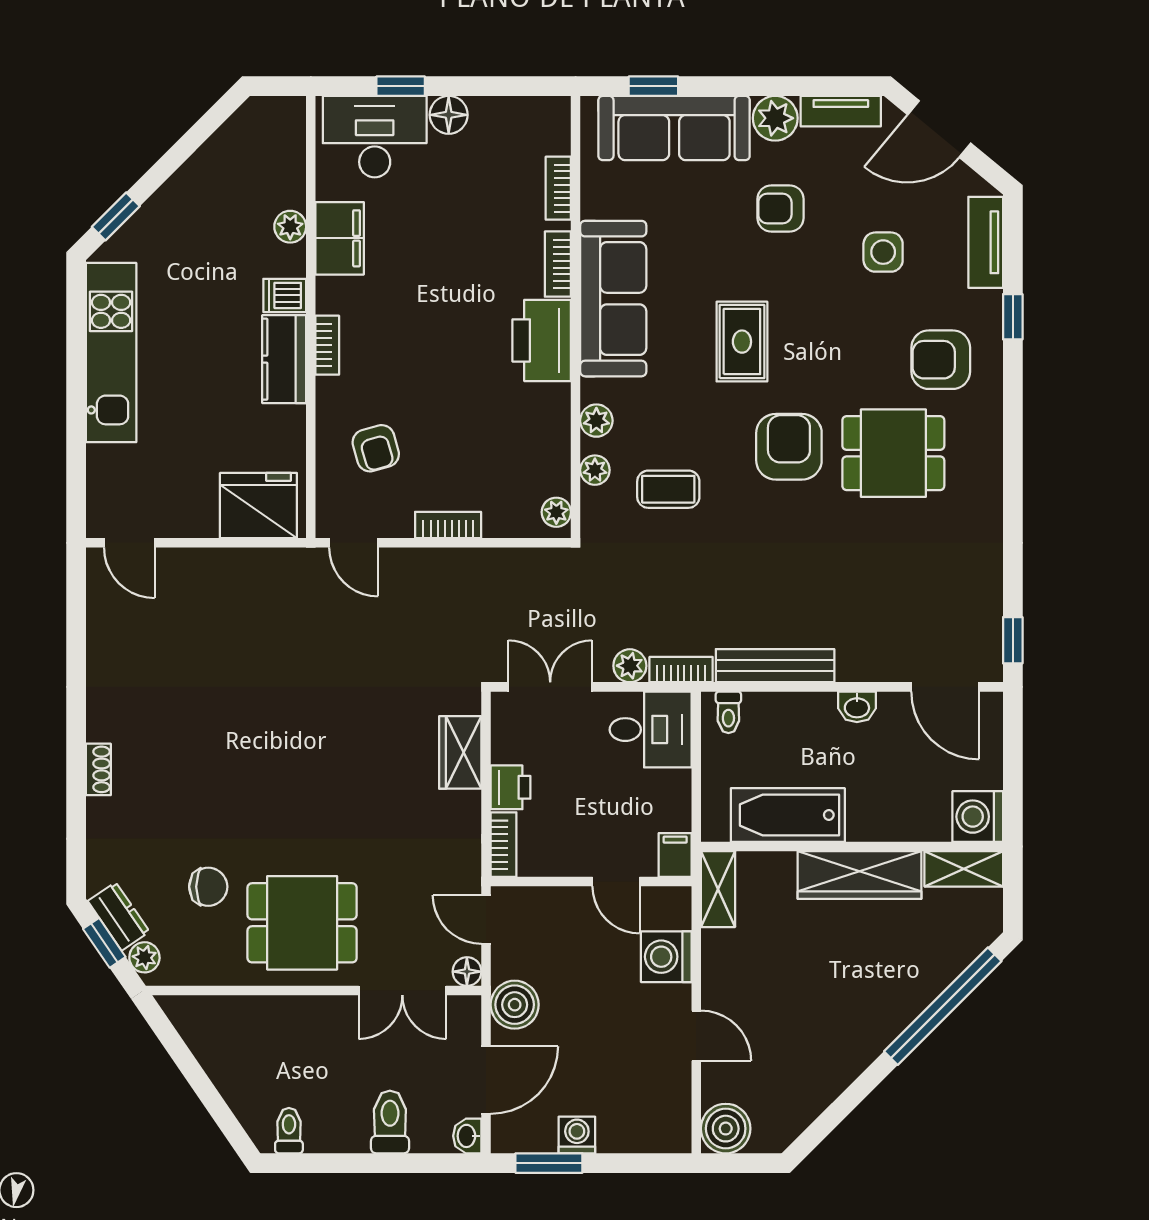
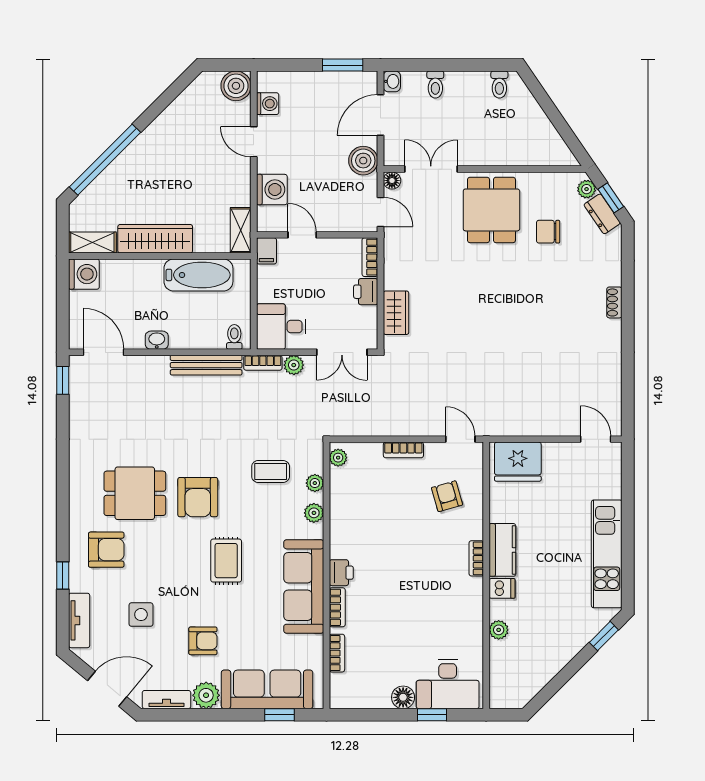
filing cabinet: (340, 238) -> (469, 623), removed
printer: (542, 340) -> (341, 573), width x0.53, depth x0.68
dining table: (302, 923) -> (491, 210), turned 90
toilet: (390, 1122) -> (435, 85), width x0.73, depth x0.72
washing machine: (577, 1135) -> (268, 104), moved, turned -90

